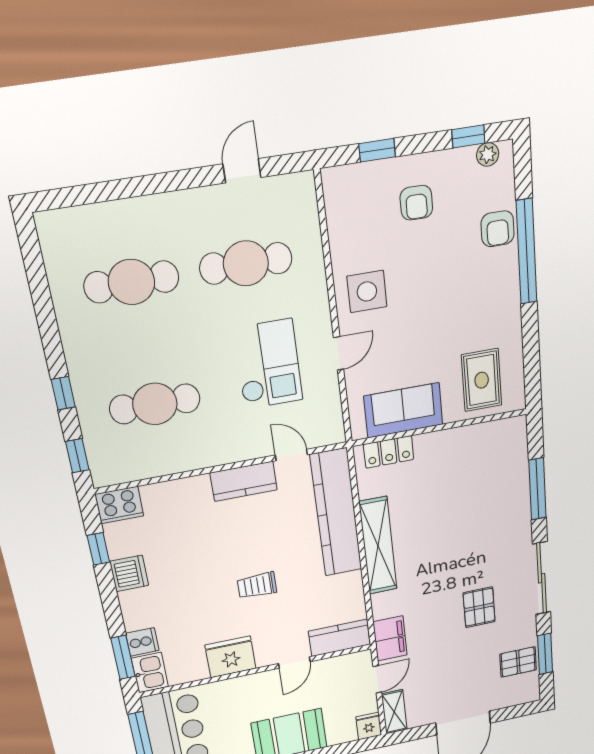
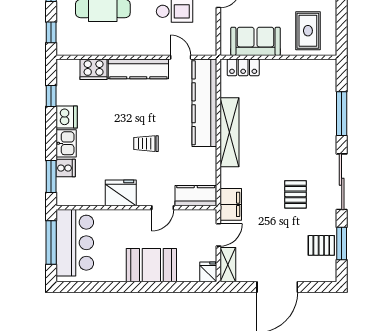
kitchen counter: (244, 481) -> (138, 69), width x1.50
cooker: (119, 505) -> (94, 69), moved
kitchen sink: (150, 673) -> (66, 143), moved

